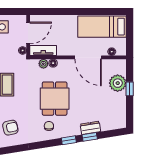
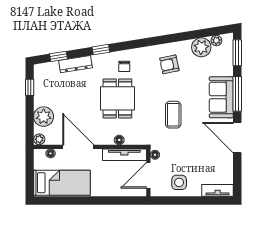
tv unit: (43, 50) -> (124, 155), width x1.41
plant: (43, 64) -> (39, 139), moved
window: (130, 89) -> (30, 87), moved
dresser: (90, 128) -> (76, 64), width x1.44
window: (90, 137) -> (59, 56), moved

